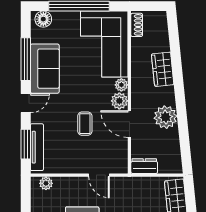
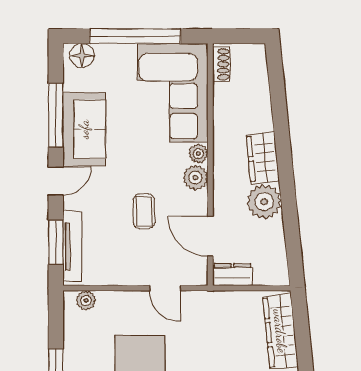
wardrobe: (163, 69) -> (263, 158), moved
door: (129, 124) -> (210, 236), moved

